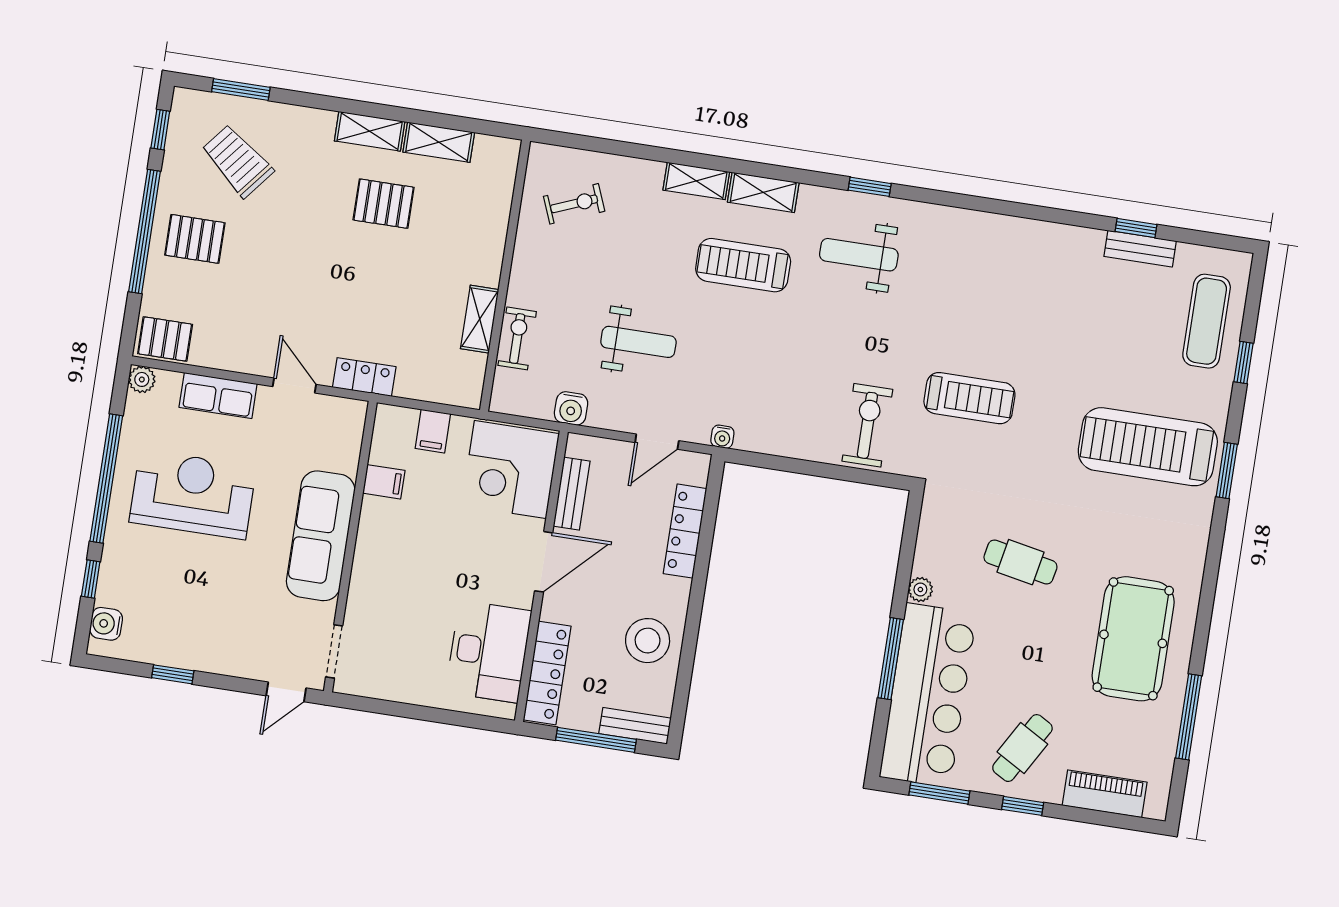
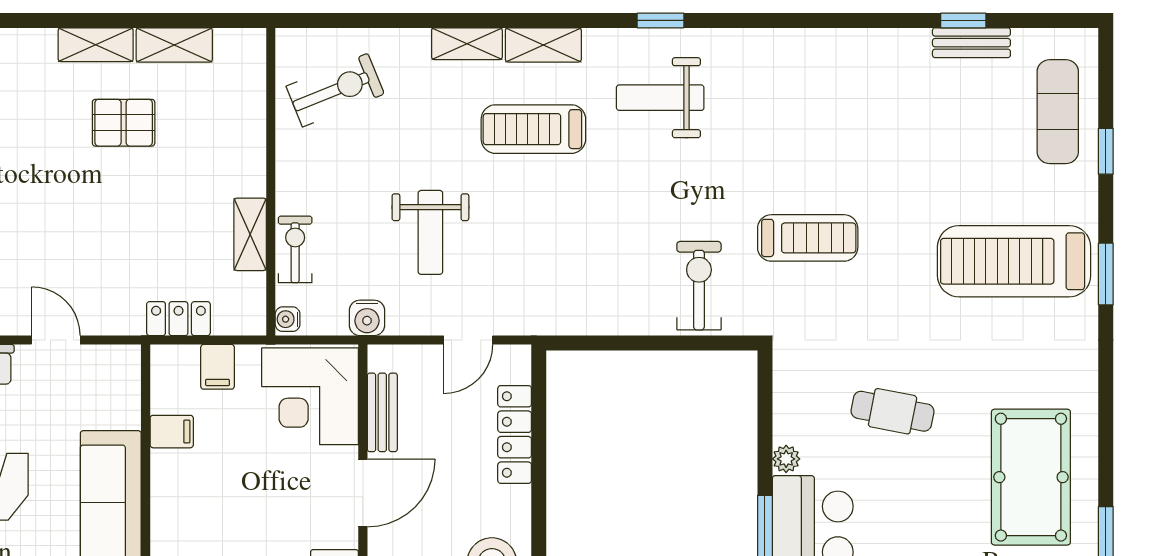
exercise bike: (574, 204) -> (335, 90), width x1.38, depth x1.39
weight bench: (638, 342) -> (430, 232), turned 90
locker: (364, 377) -> (178, 319), moved
water cooler: (722, 437) -> (288, 319), moved, turned 90

